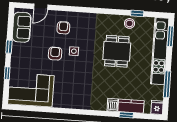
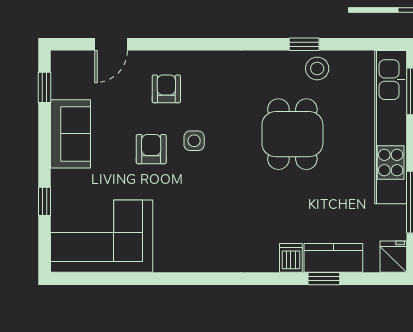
window: (137, 13) -> (304, 44), moved
sofa: (22, 27) -> (70, 134), moved
window: (9, 47) -> (44, 87), moved

